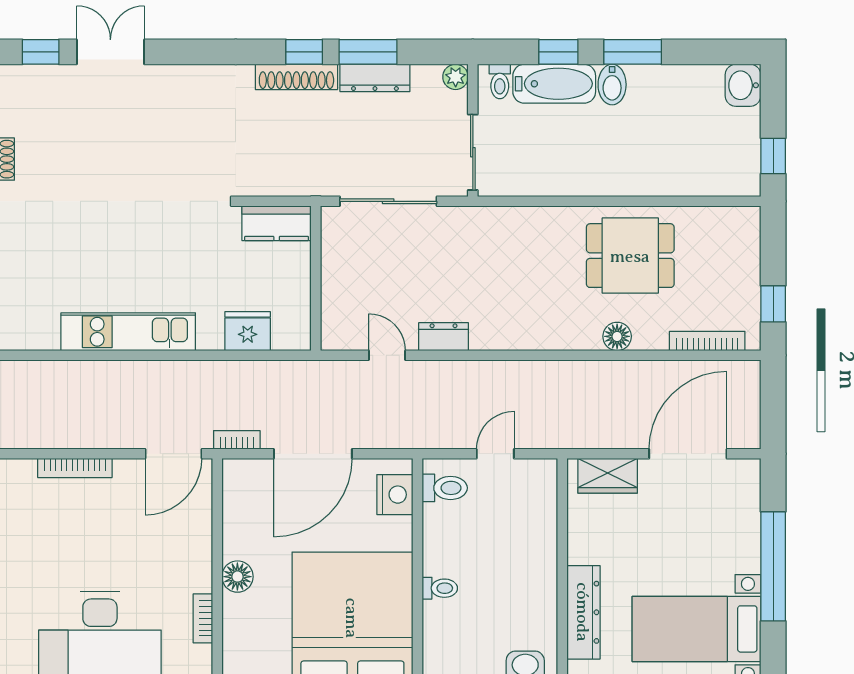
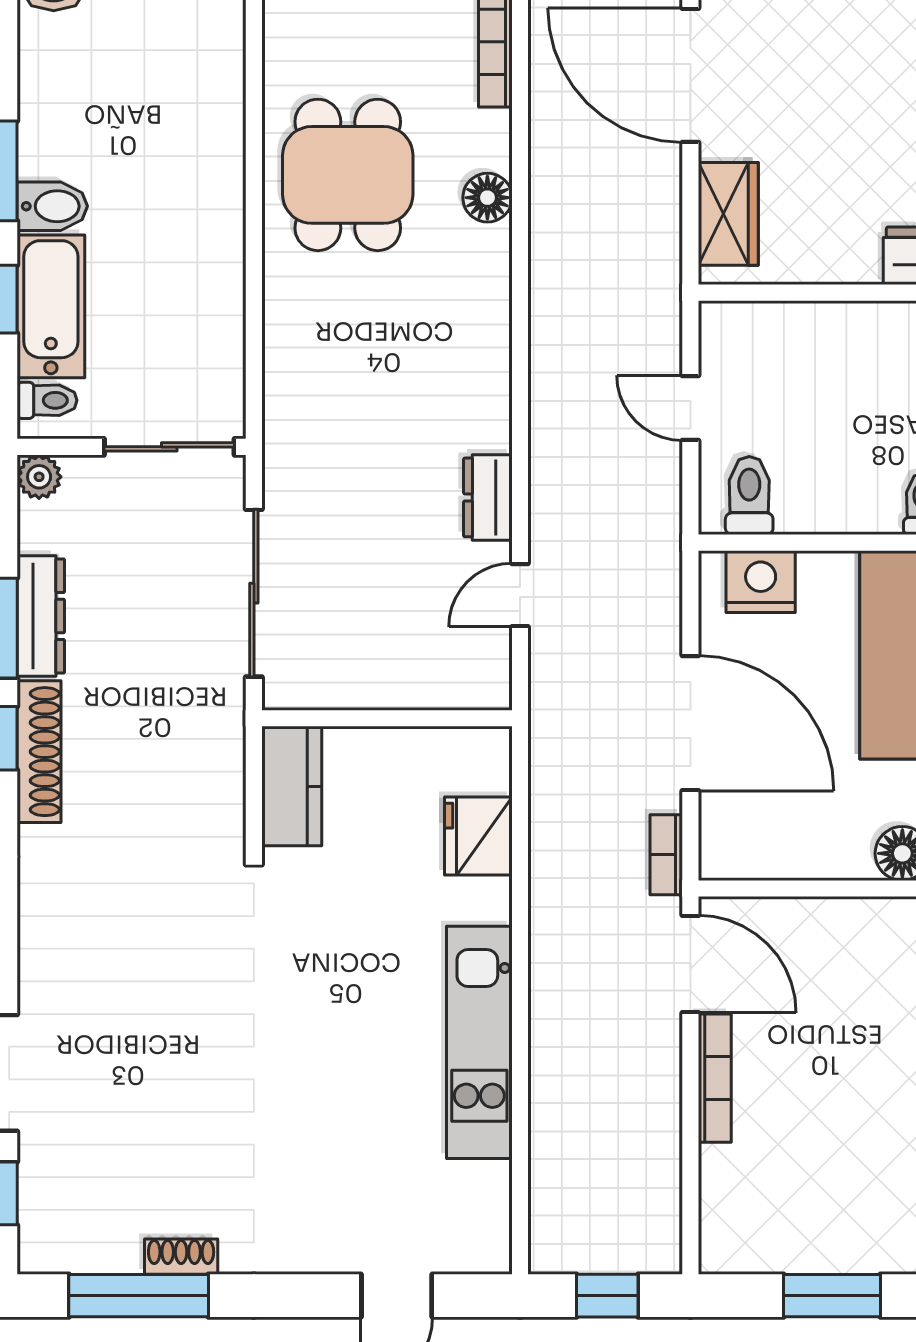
bookcase: (75, 468) -> (715, 1078), moved

